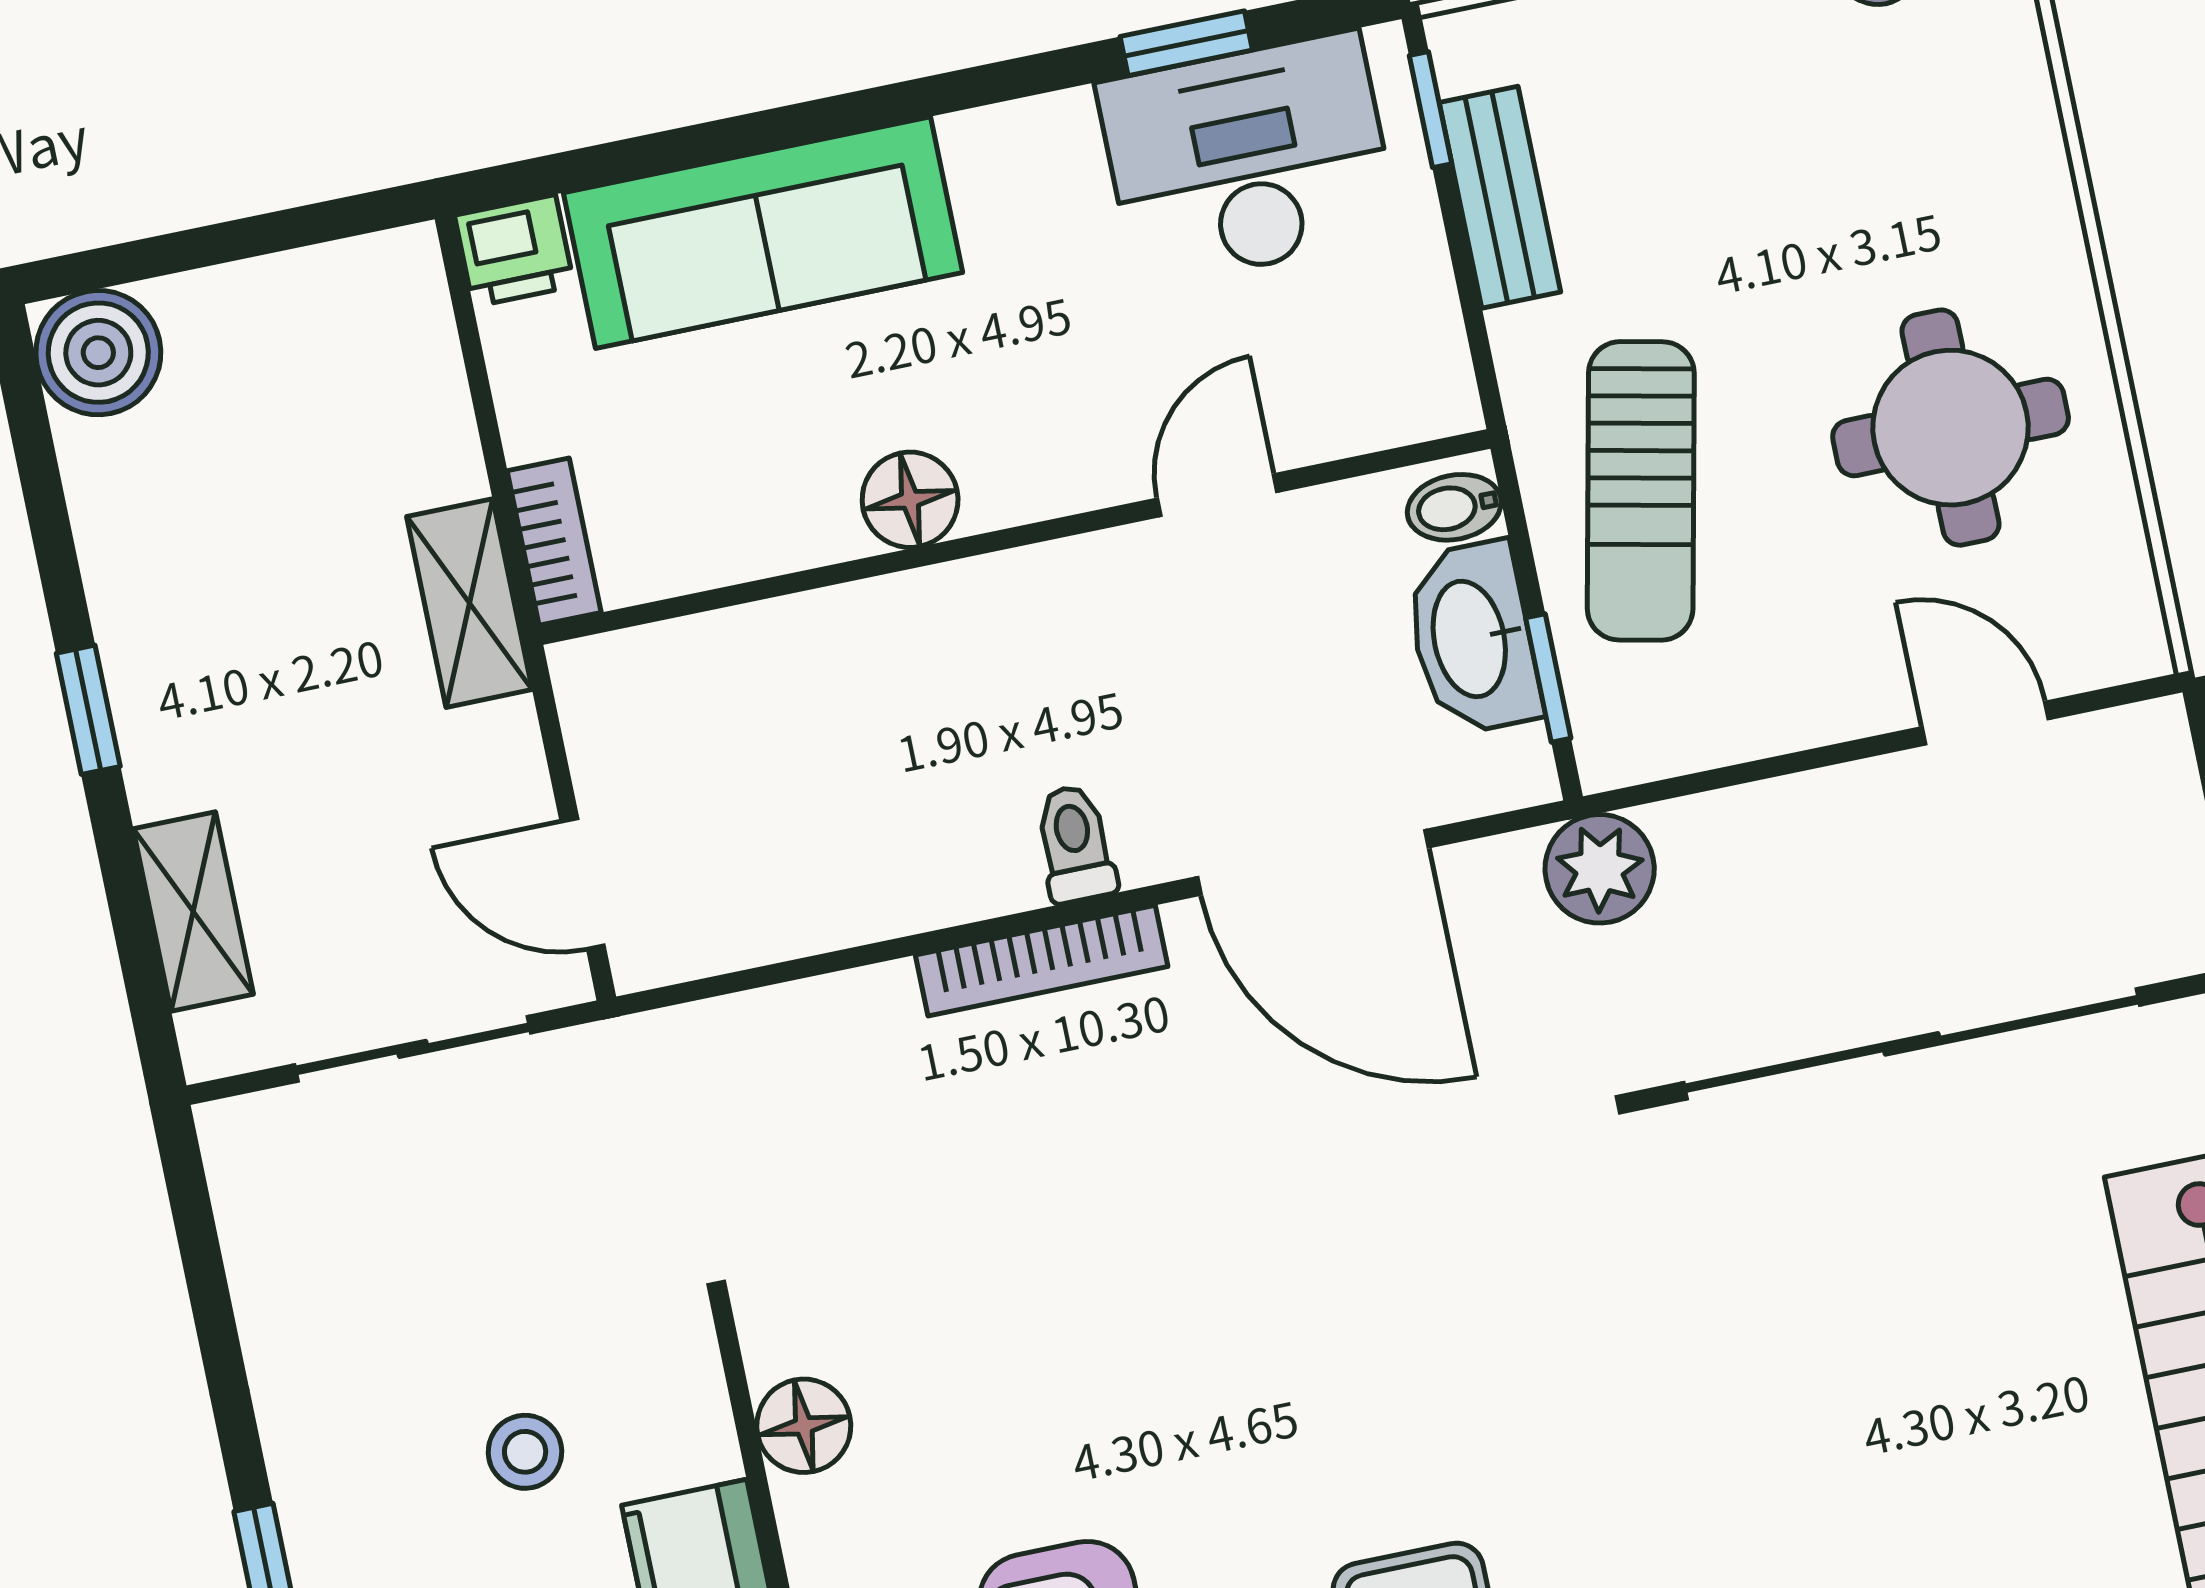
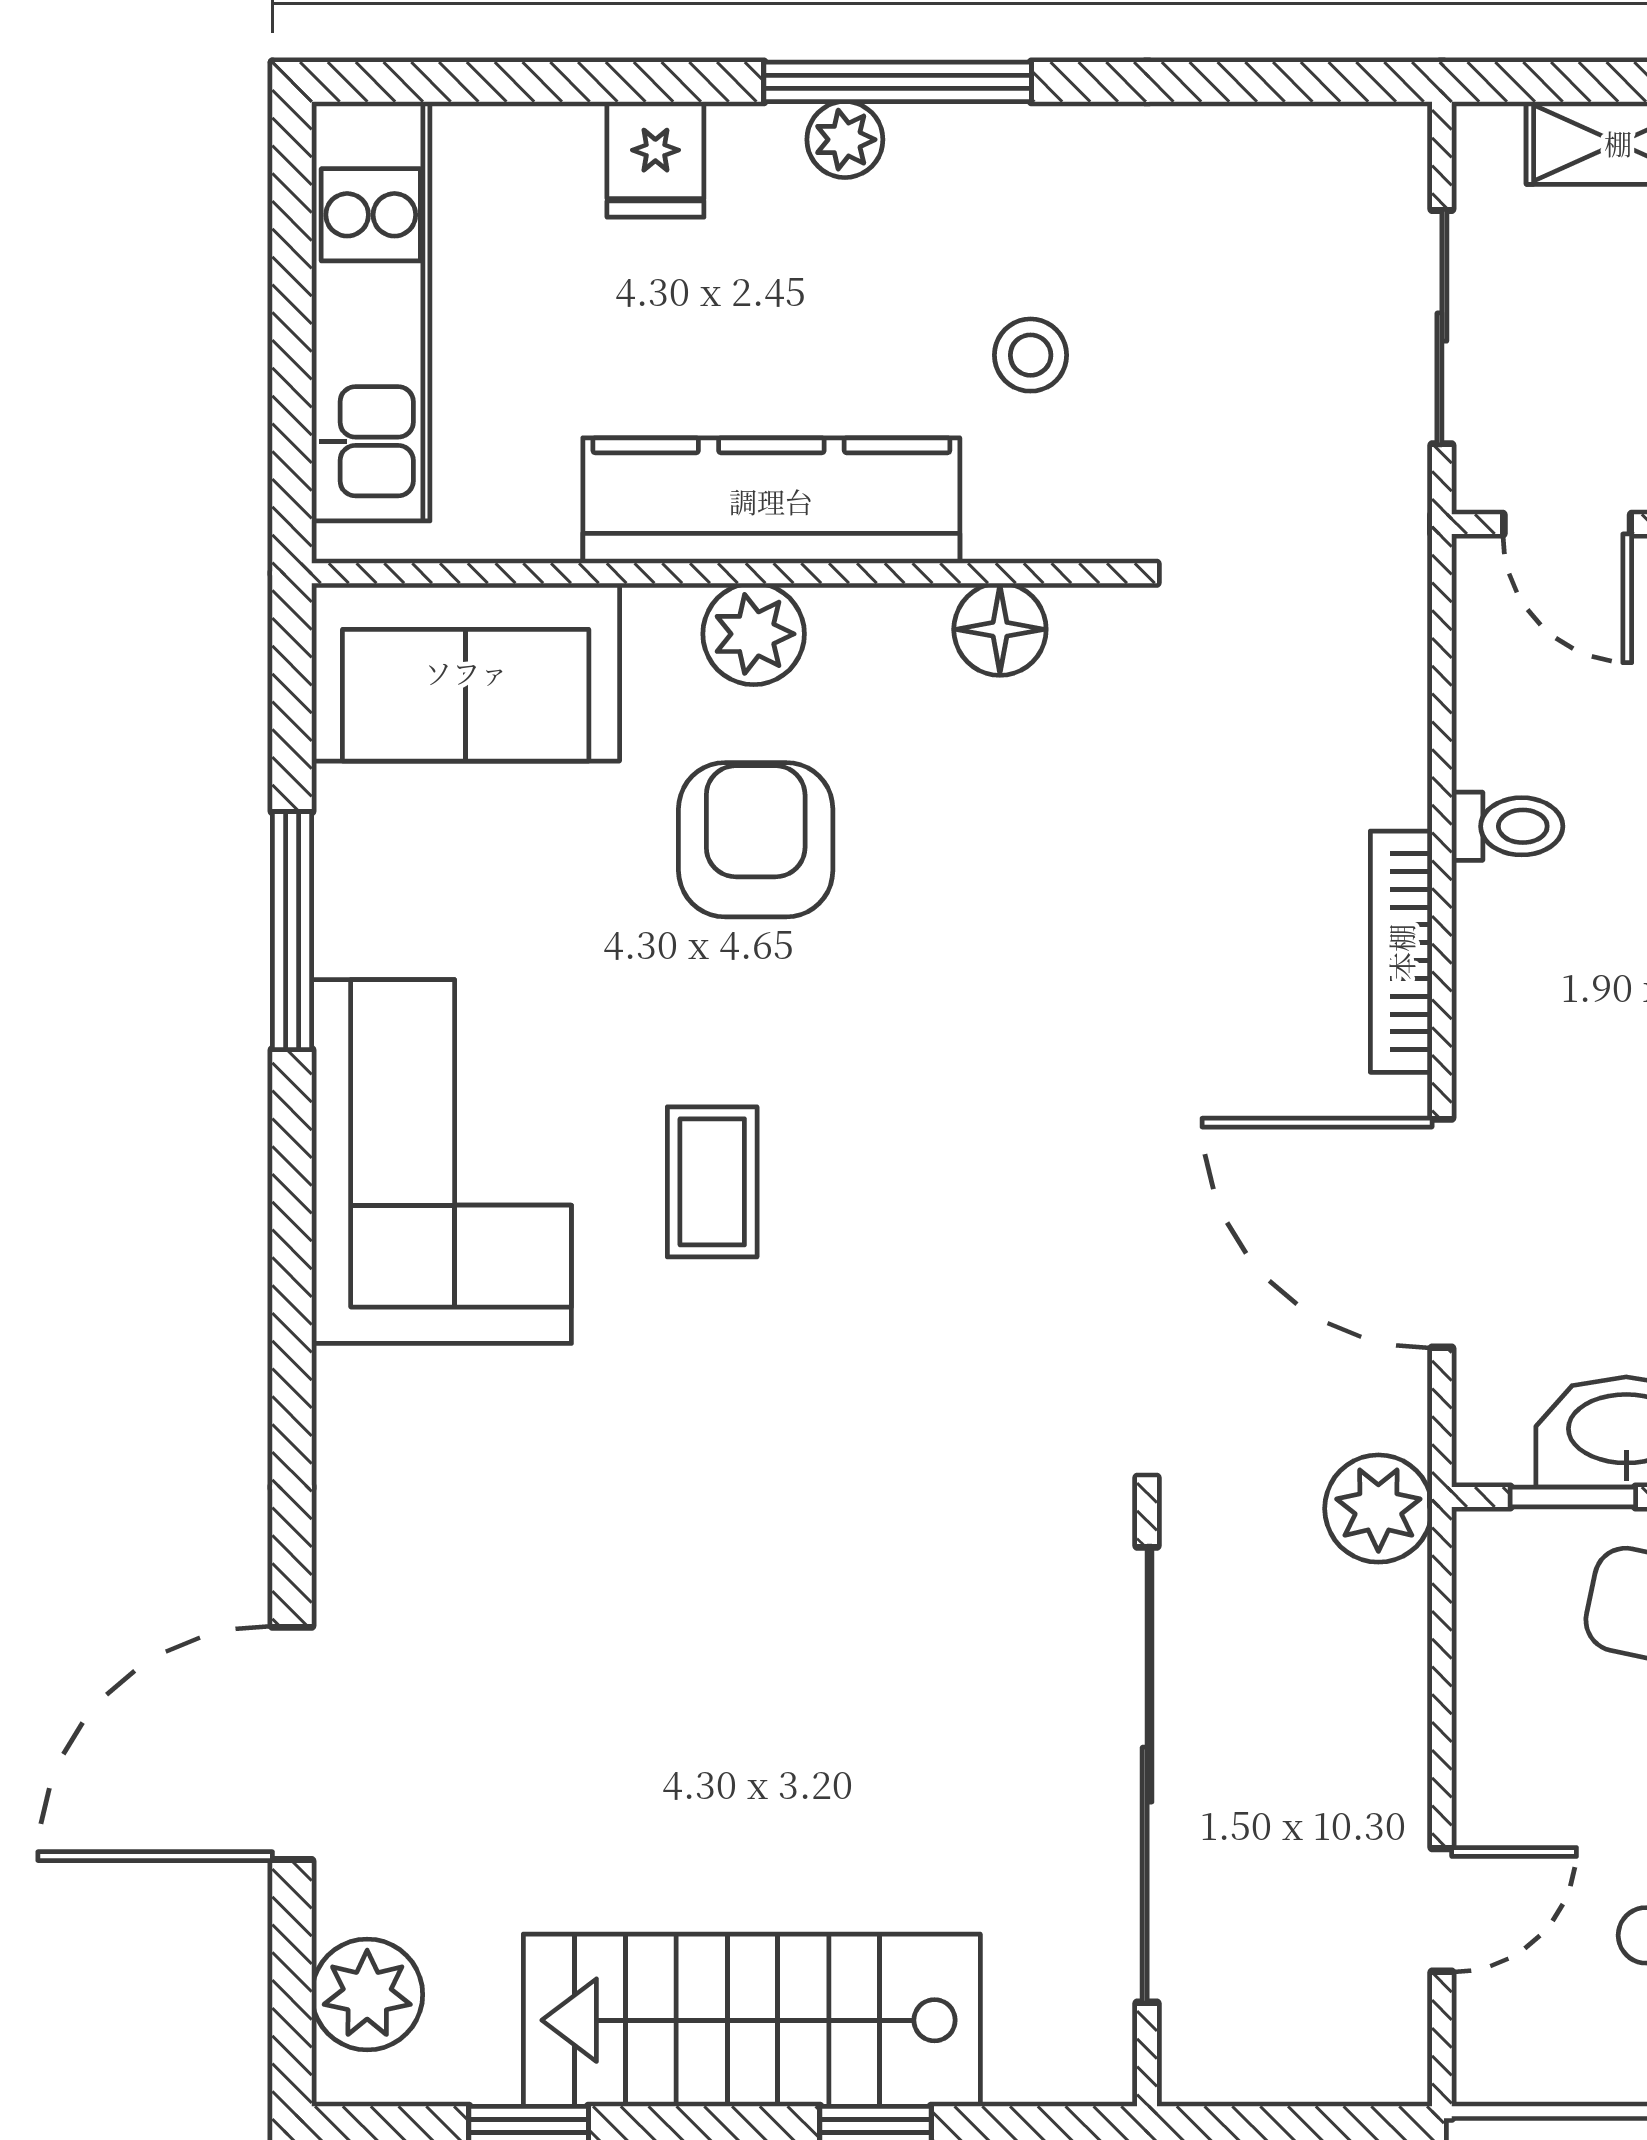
toilet: (1075, 844) -> (1507, 826), moved
door: (1313, 862) -> (1442, 1233), hinge flipped
door: (583, 884) -> (1567, 524), swing flipped

